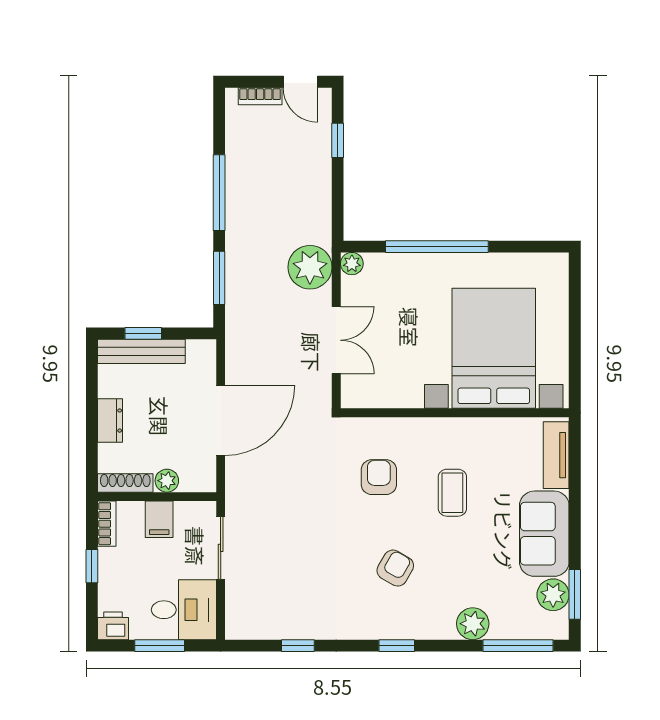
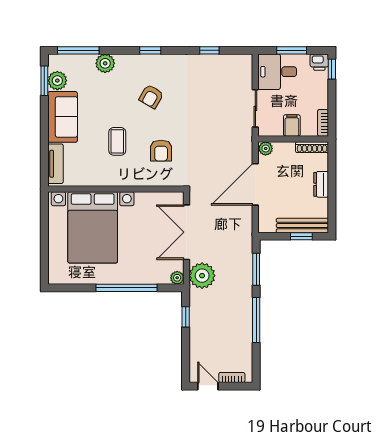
window: (338, 140) -> (186, 317), moved
double door: (336, 340) -> (186, 232), width x1.37
plant: (167, 481) -> (266, 149), moved
window: (92, 566) -> (332, 69), moved

